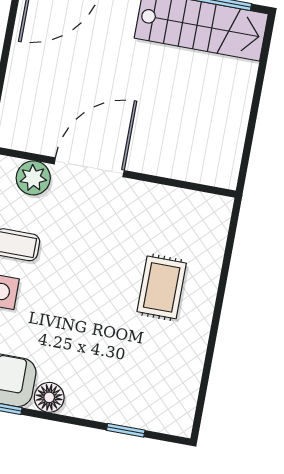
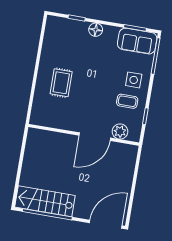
floor lamp: (49, 397) -> (96, 30), moved

